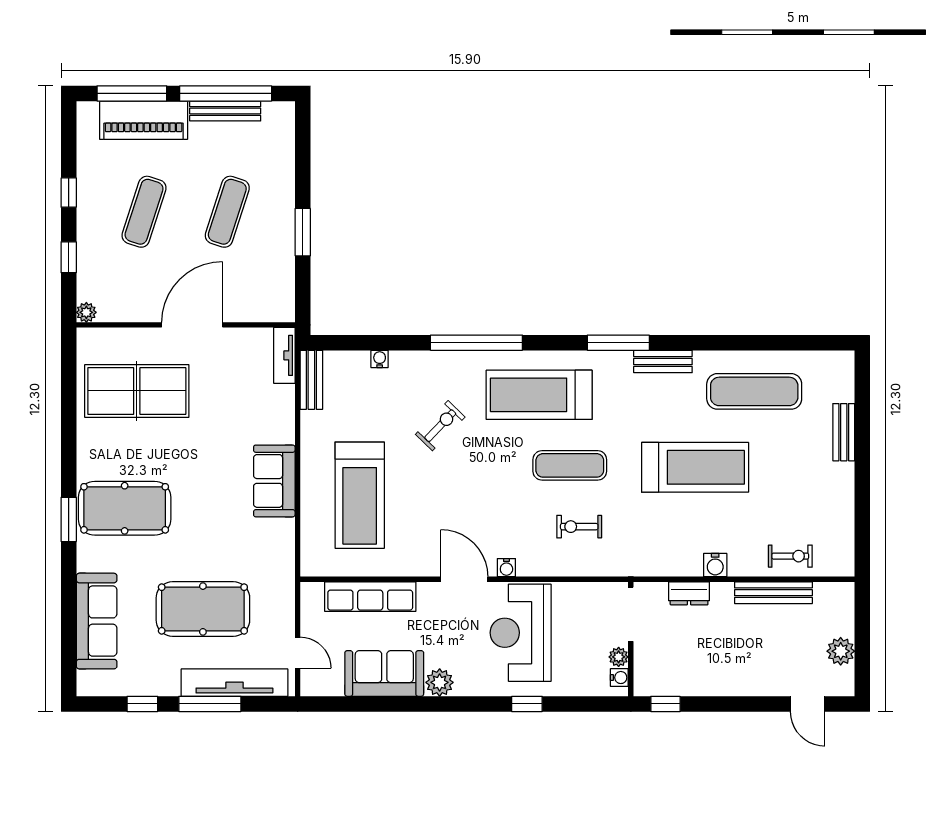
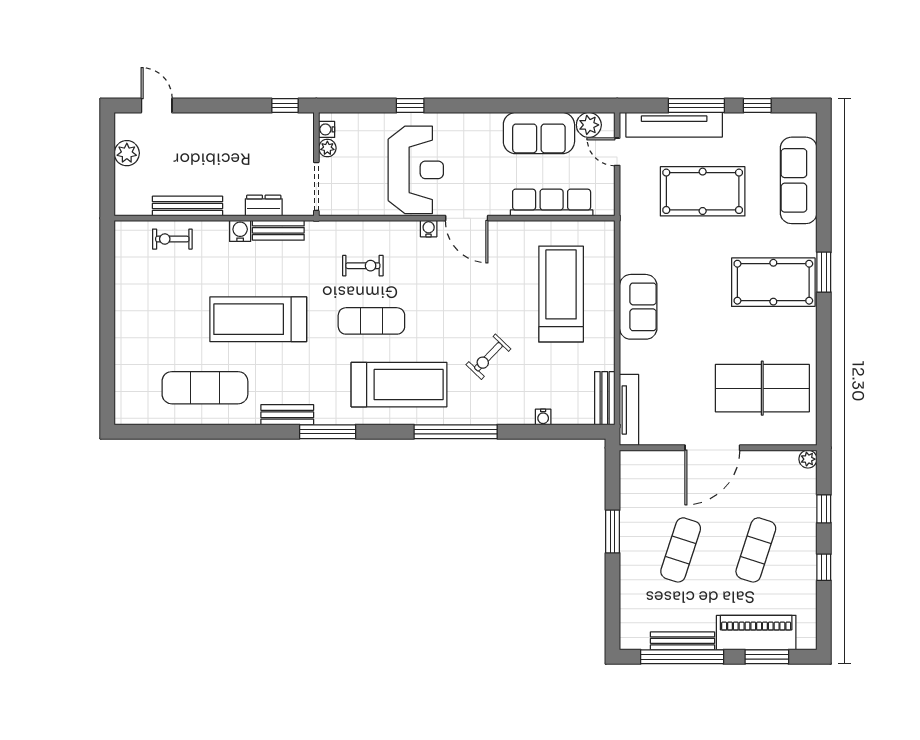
window: (132, 93) -> (767, 657), width x0.69
tv unit: (284, 355) -> (629, 410), width x1.41
bench: (844, 432) -> (278, 230), moved, turned 90
plant: (440, 682) -> (589, 125), moved

